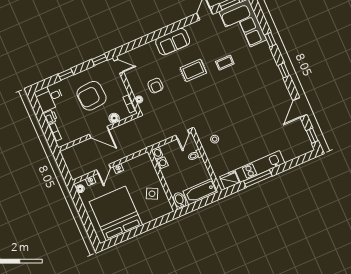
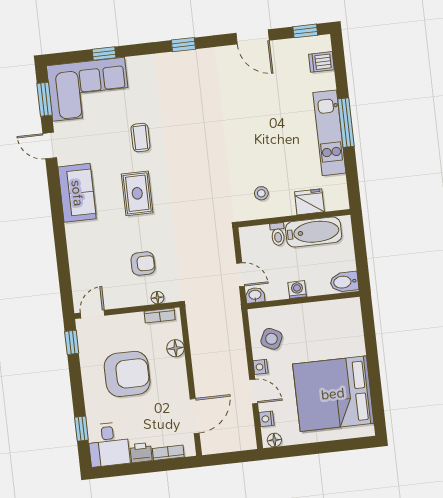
window: (270, 40) -> (104, 54), moved
sofa: (173, 42) -> (77, 193), moved
window: (66, 74) -> (81, 429), moved
armchair: (92, 96) -> (127, 374), turned -86
door: (99, 132) -> (195, 416), moved
door: (183, 134) -> (241, 275), moved
dishwasher: (298, 150) -> (321, 62), added
washing machine: (162, 163) -> (297, 290), moved
window: (258, 179) -> (346, 123), moved
fridge: (230, 180) -> (309, 202), moved, turned 90
bathtub: (200, 192) -> (314, 232), moved, turned -90
side table: (152, 194) -> (271, 339), moved

